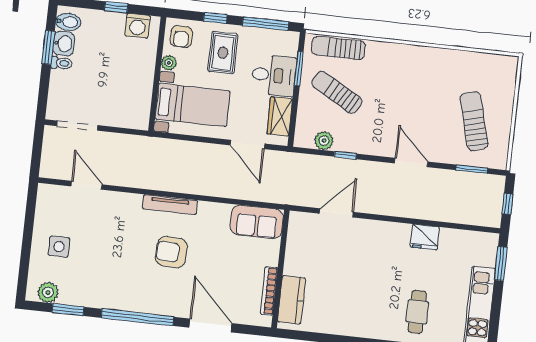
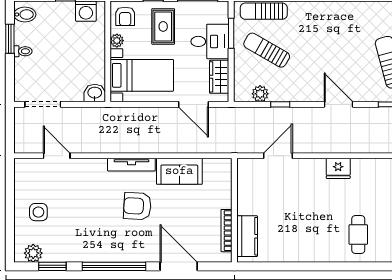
washbasin: (64, 44) -> (95, 93), moved, turned -90
sofa: (257, 222) -> (179, 171), moved
fridge: (425, 237) -> (338, 168), moved

